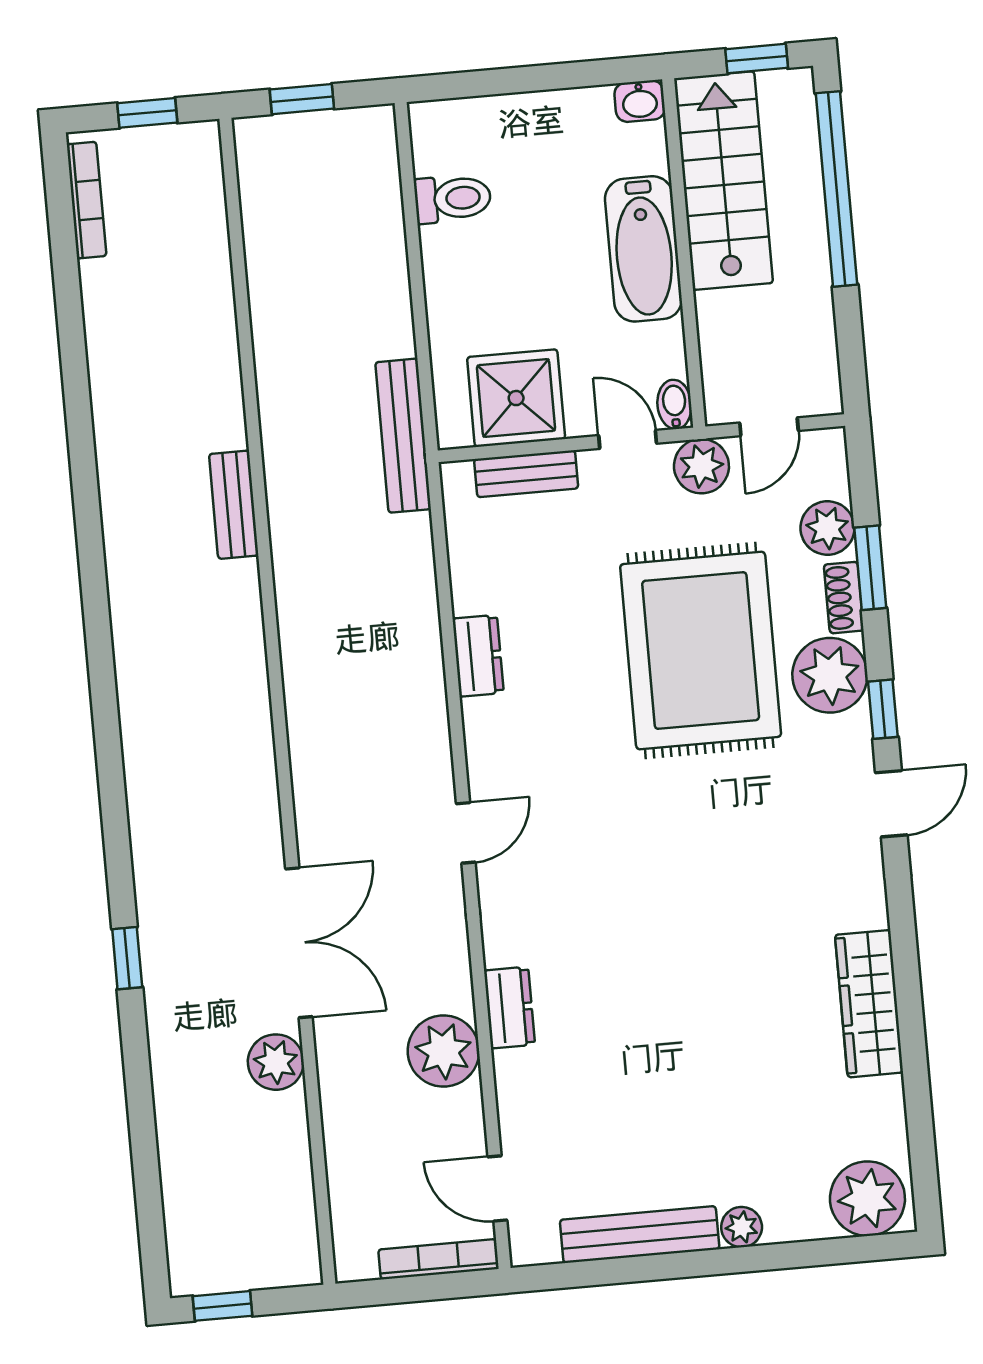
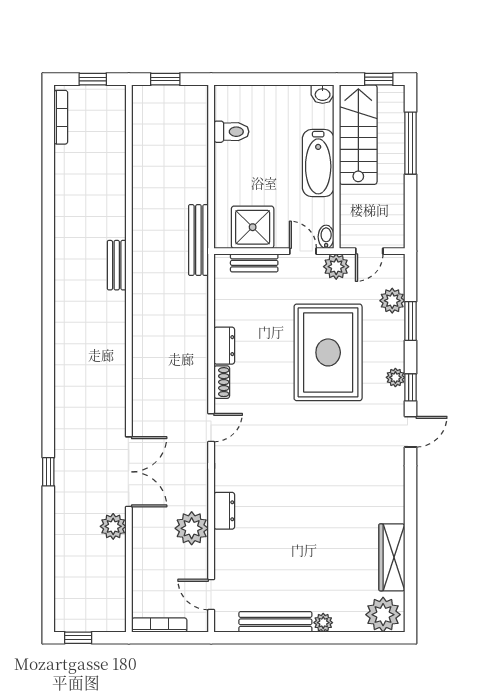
window: (836, 189) -> (411, 143), width x0.68
shoe rack: (844, 598) -> (222, 382), moved, turned 180
plant: (830, 675) -> (395, 377), width x0.53, depth x0.53
wardrobe: (869, 1004) -> (392, 557), moved
bookcase: (439, 1259) -> (159, 625), moved

